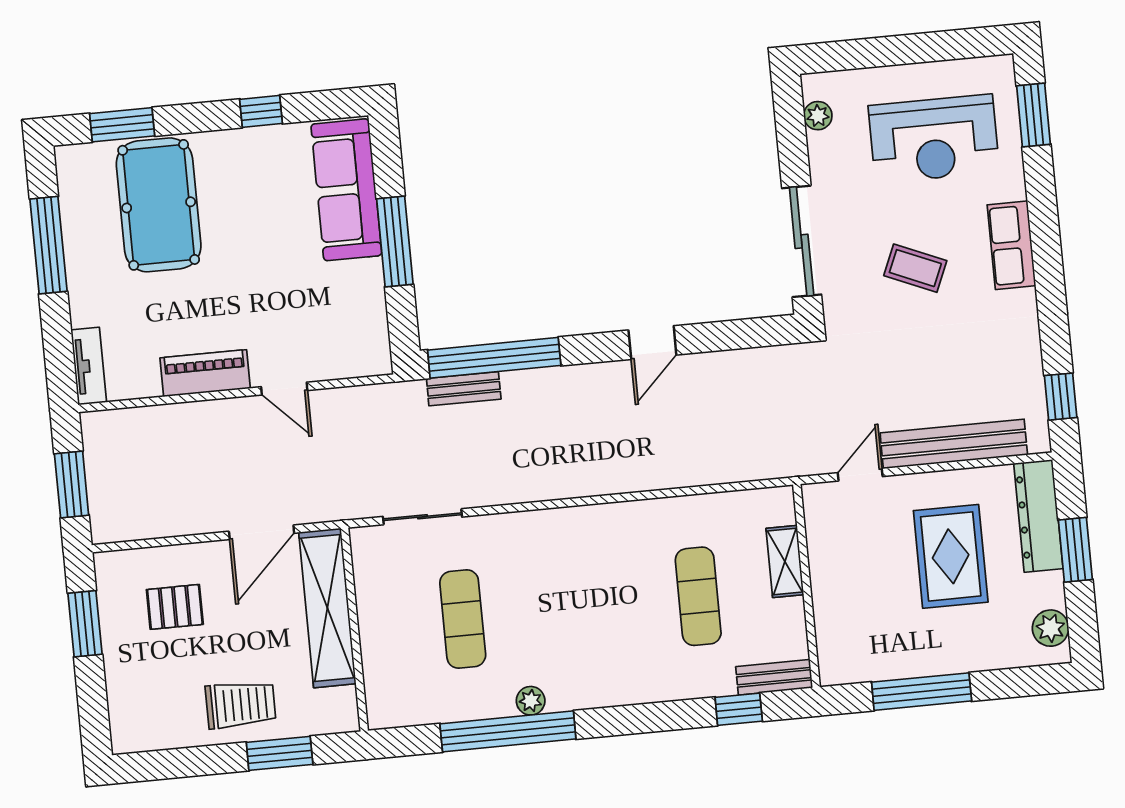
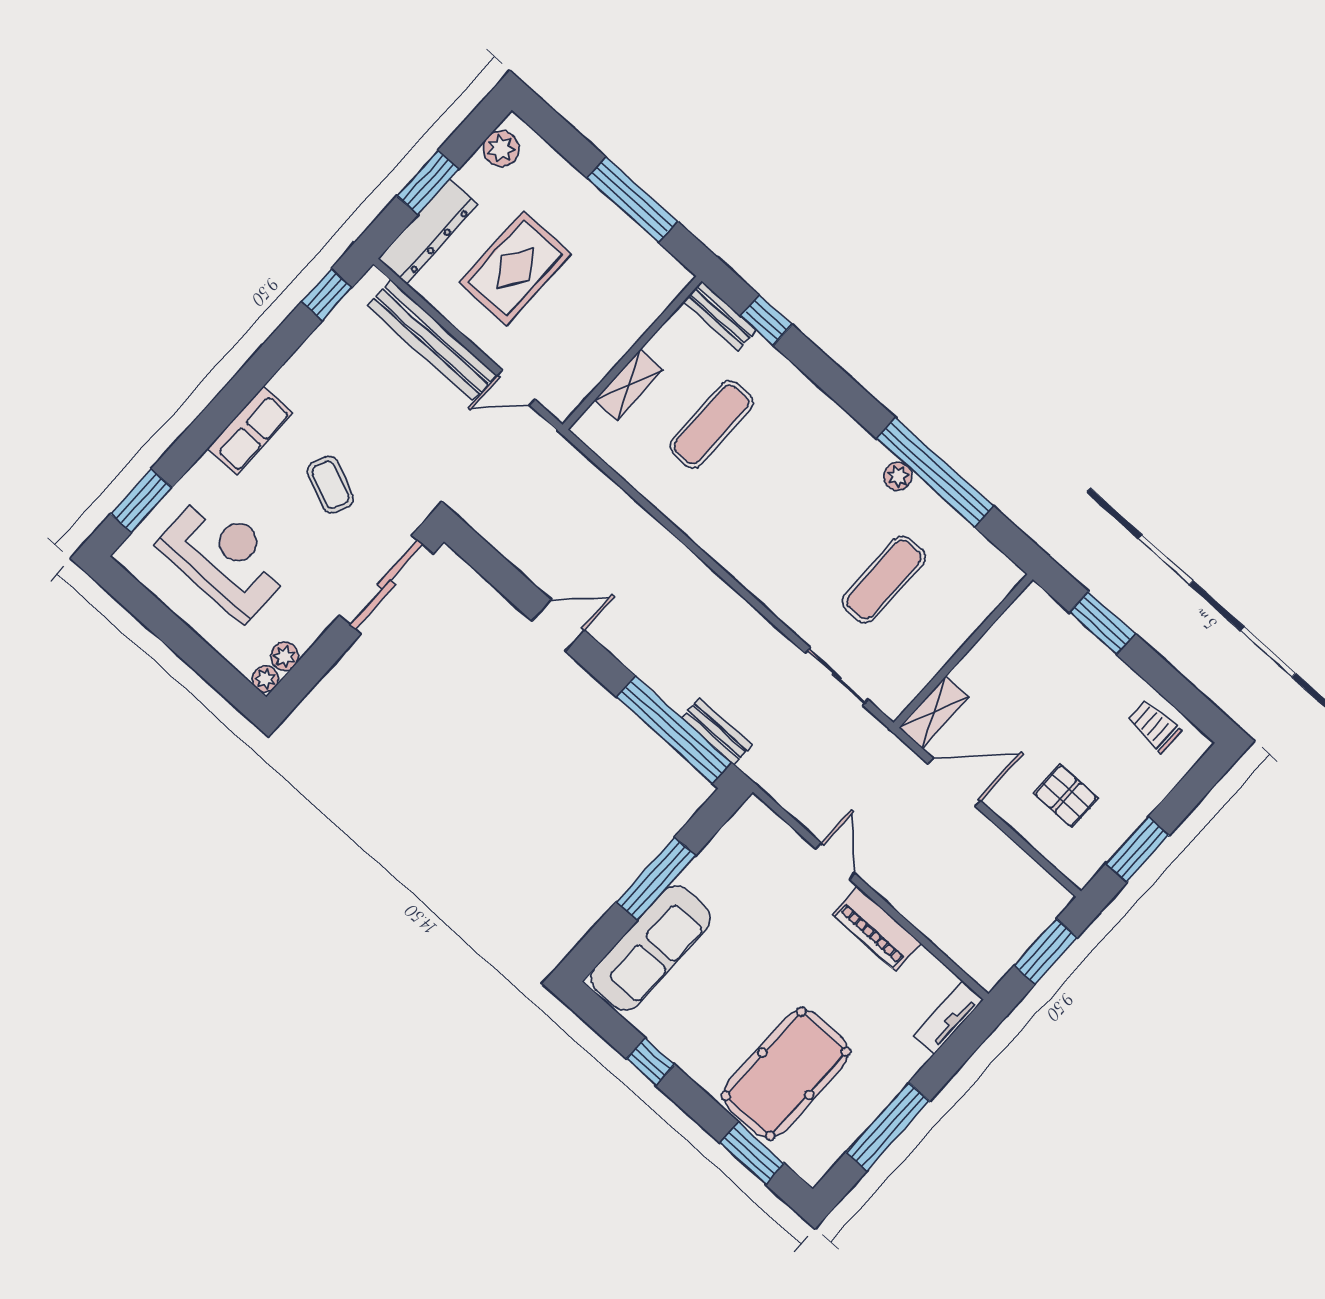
plant: (814, 86) -> (265, 679), added
shelving: (327, 608) -> (934, 712), width x0.45, depth x0.75
trolley: (241, 705) -> (1154, 726), moved, width x0.73, depth x0.72

